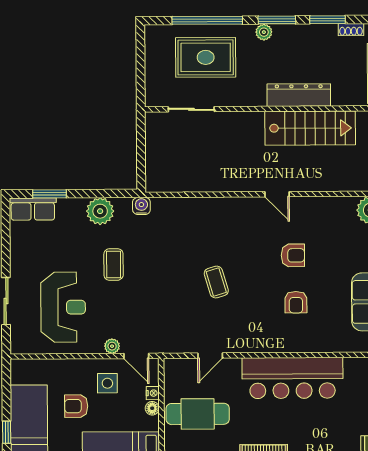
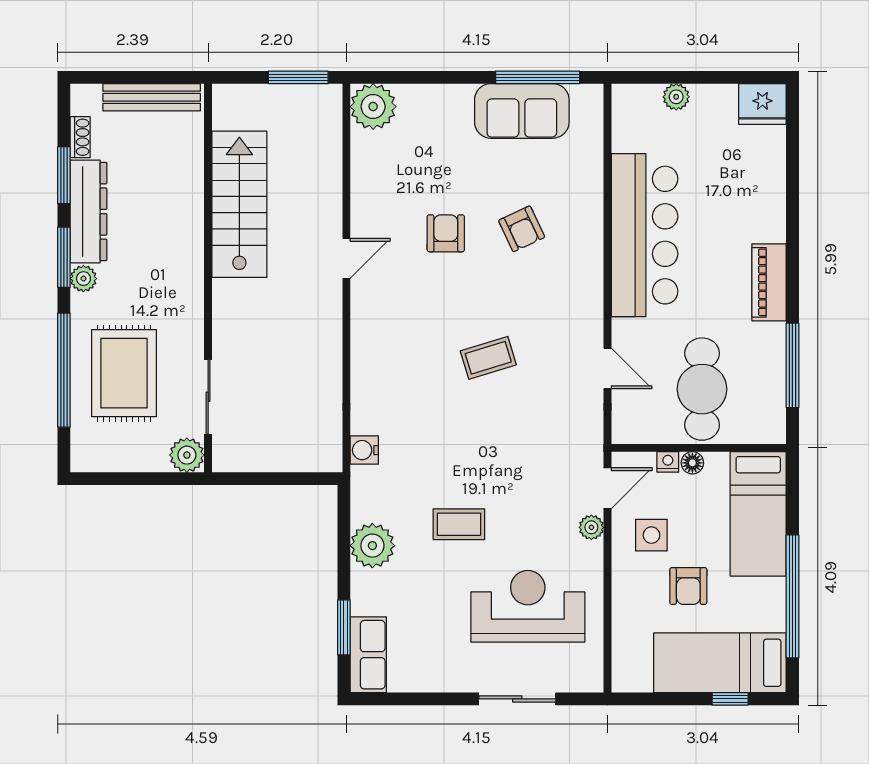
dresser: (299, 95) -> (89, 212), moved, turned 180
plant: (155, 96) -> (187, 455), added
water cooler: (141, 206) -> (364, 450), moved
armchair: (296, 302) -> (522, 229), turned 65

